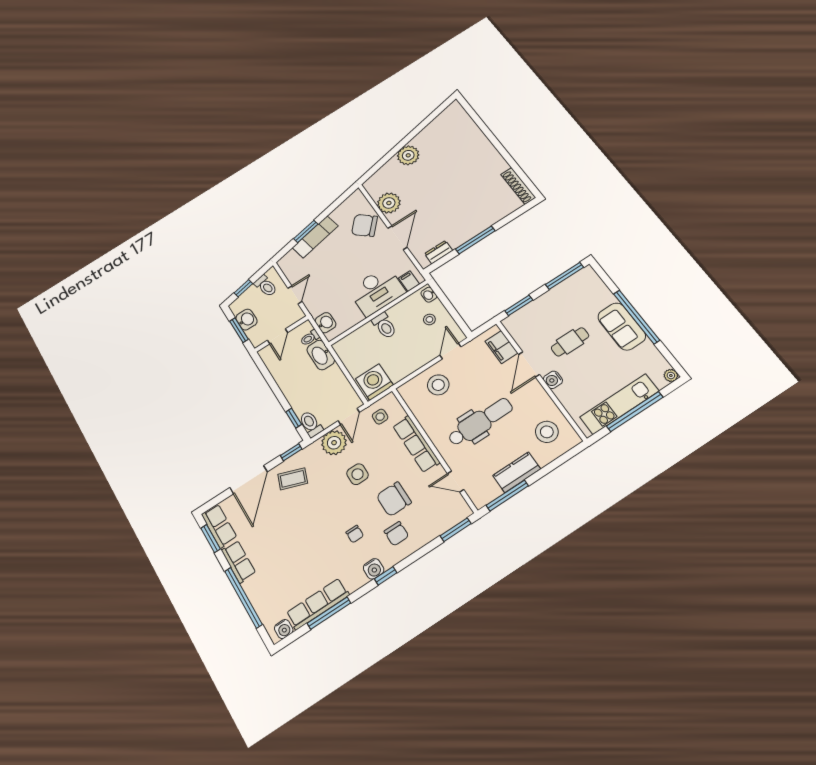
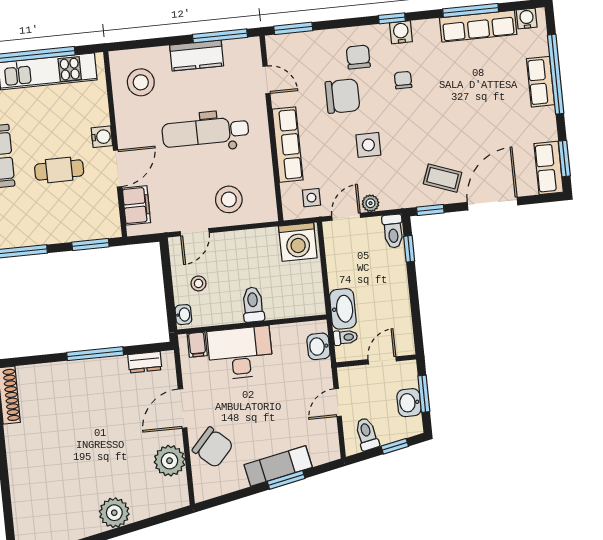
plant: (334, 443) -> (371, 203), width x0.53, depth x0.53
row of seats: (239, 562) -> (541, 82), moved

